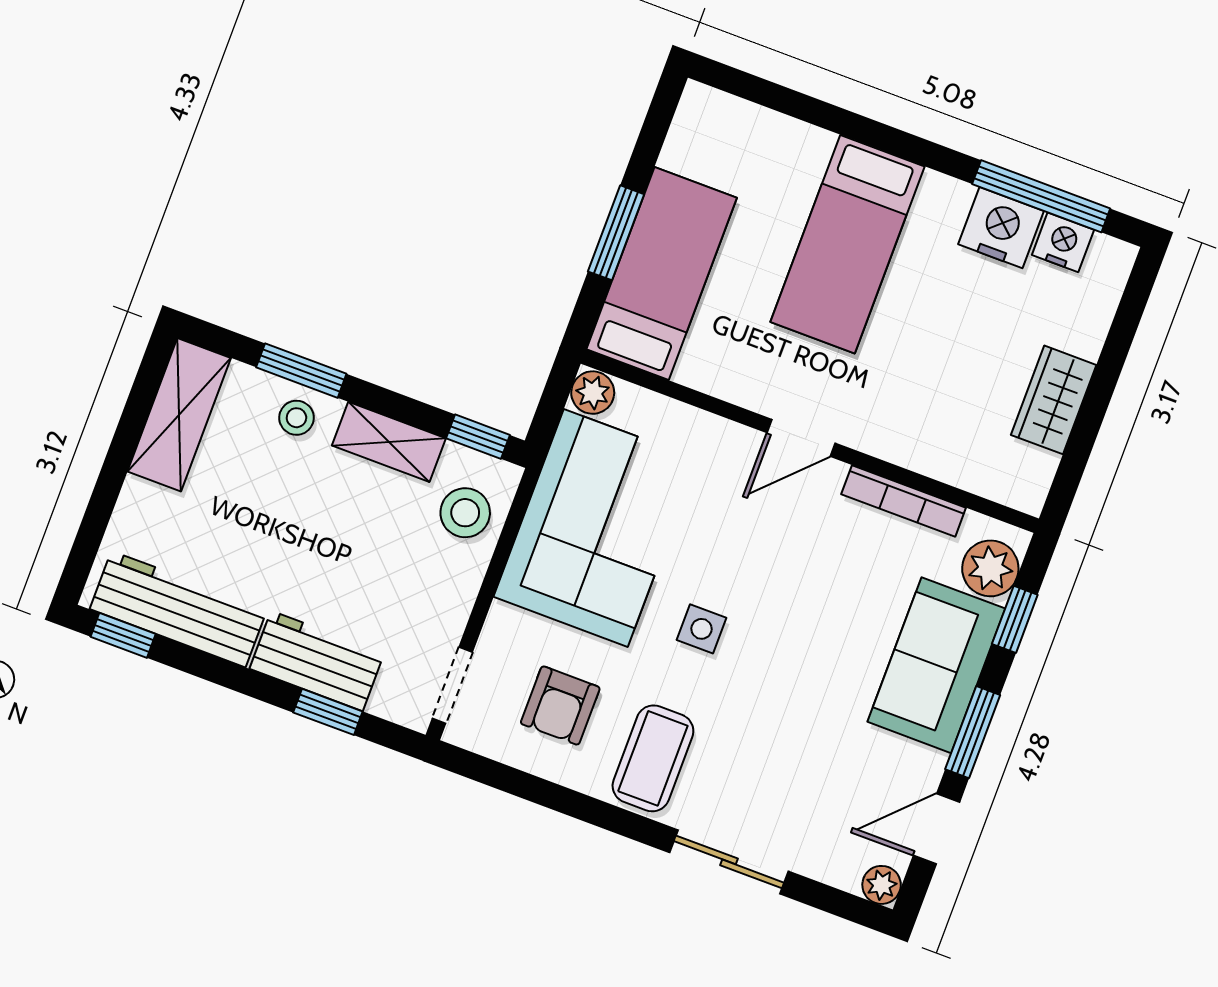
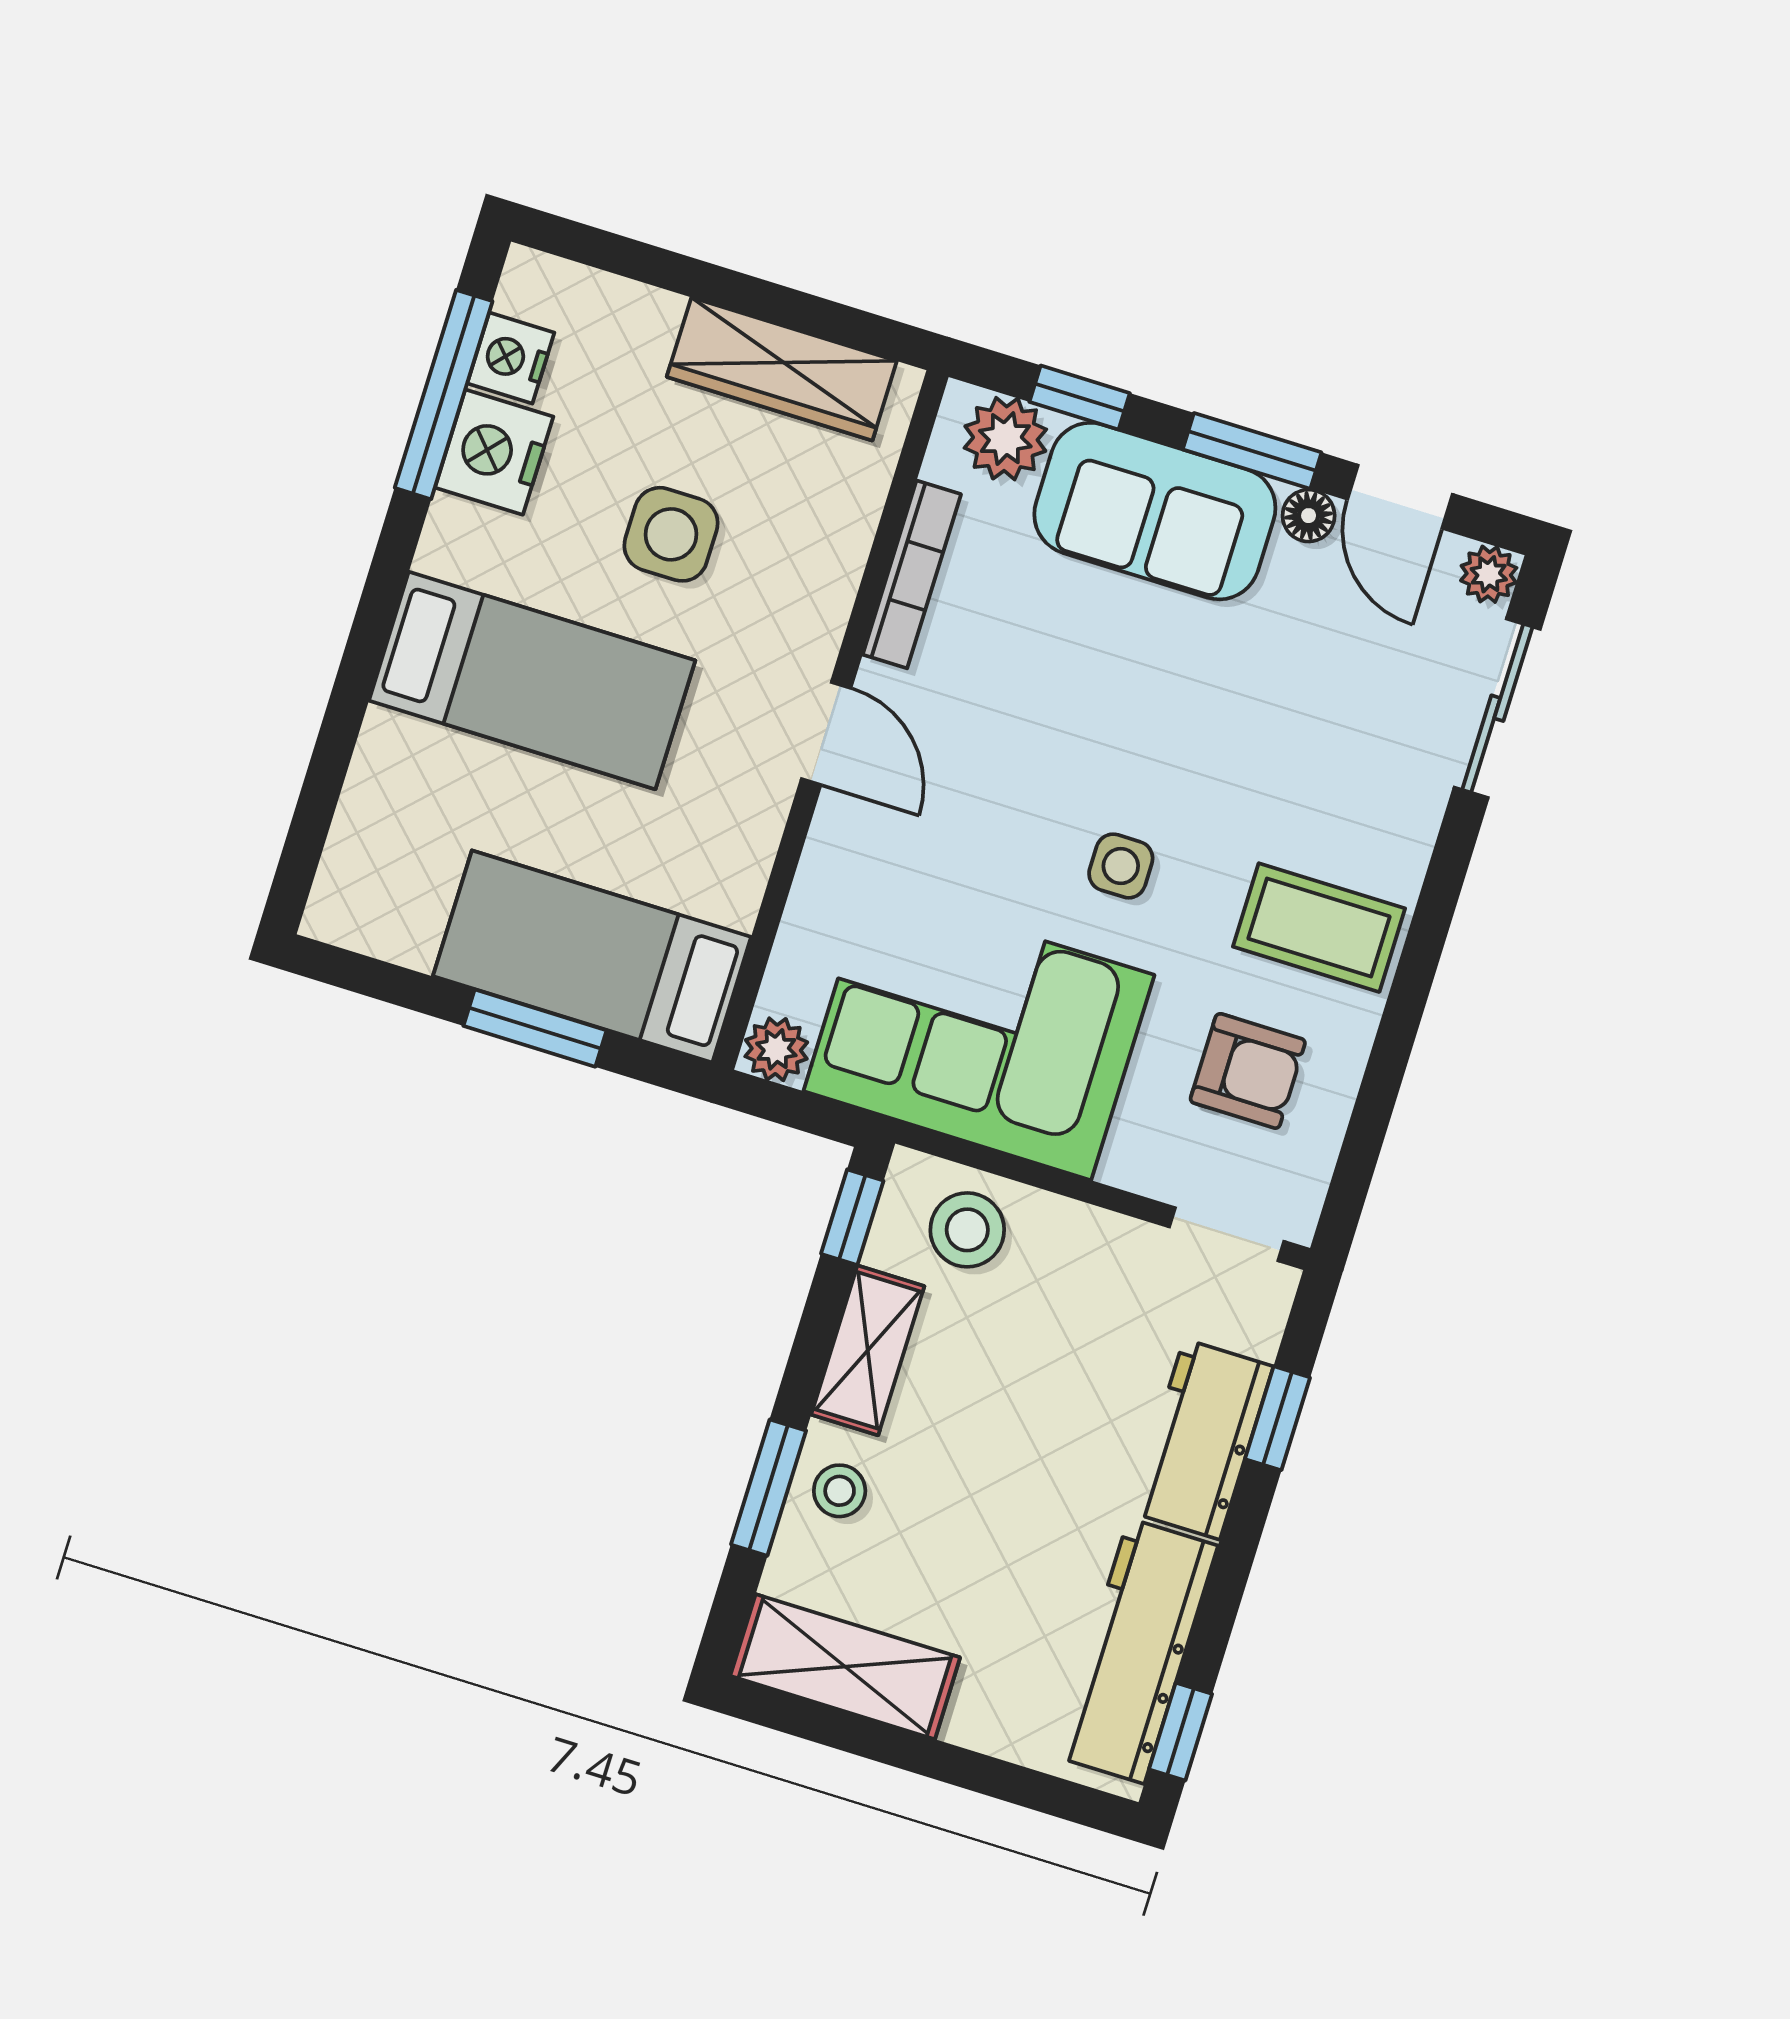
side table: (939, 342) -> (671, 534), added
wardrobe: (1054, 400) -> (782, 369), width x1.50
floor lamp: (927, 767) -> (1309, 516), added
sliding door: (729, 862) -> (1497, 708), moved

